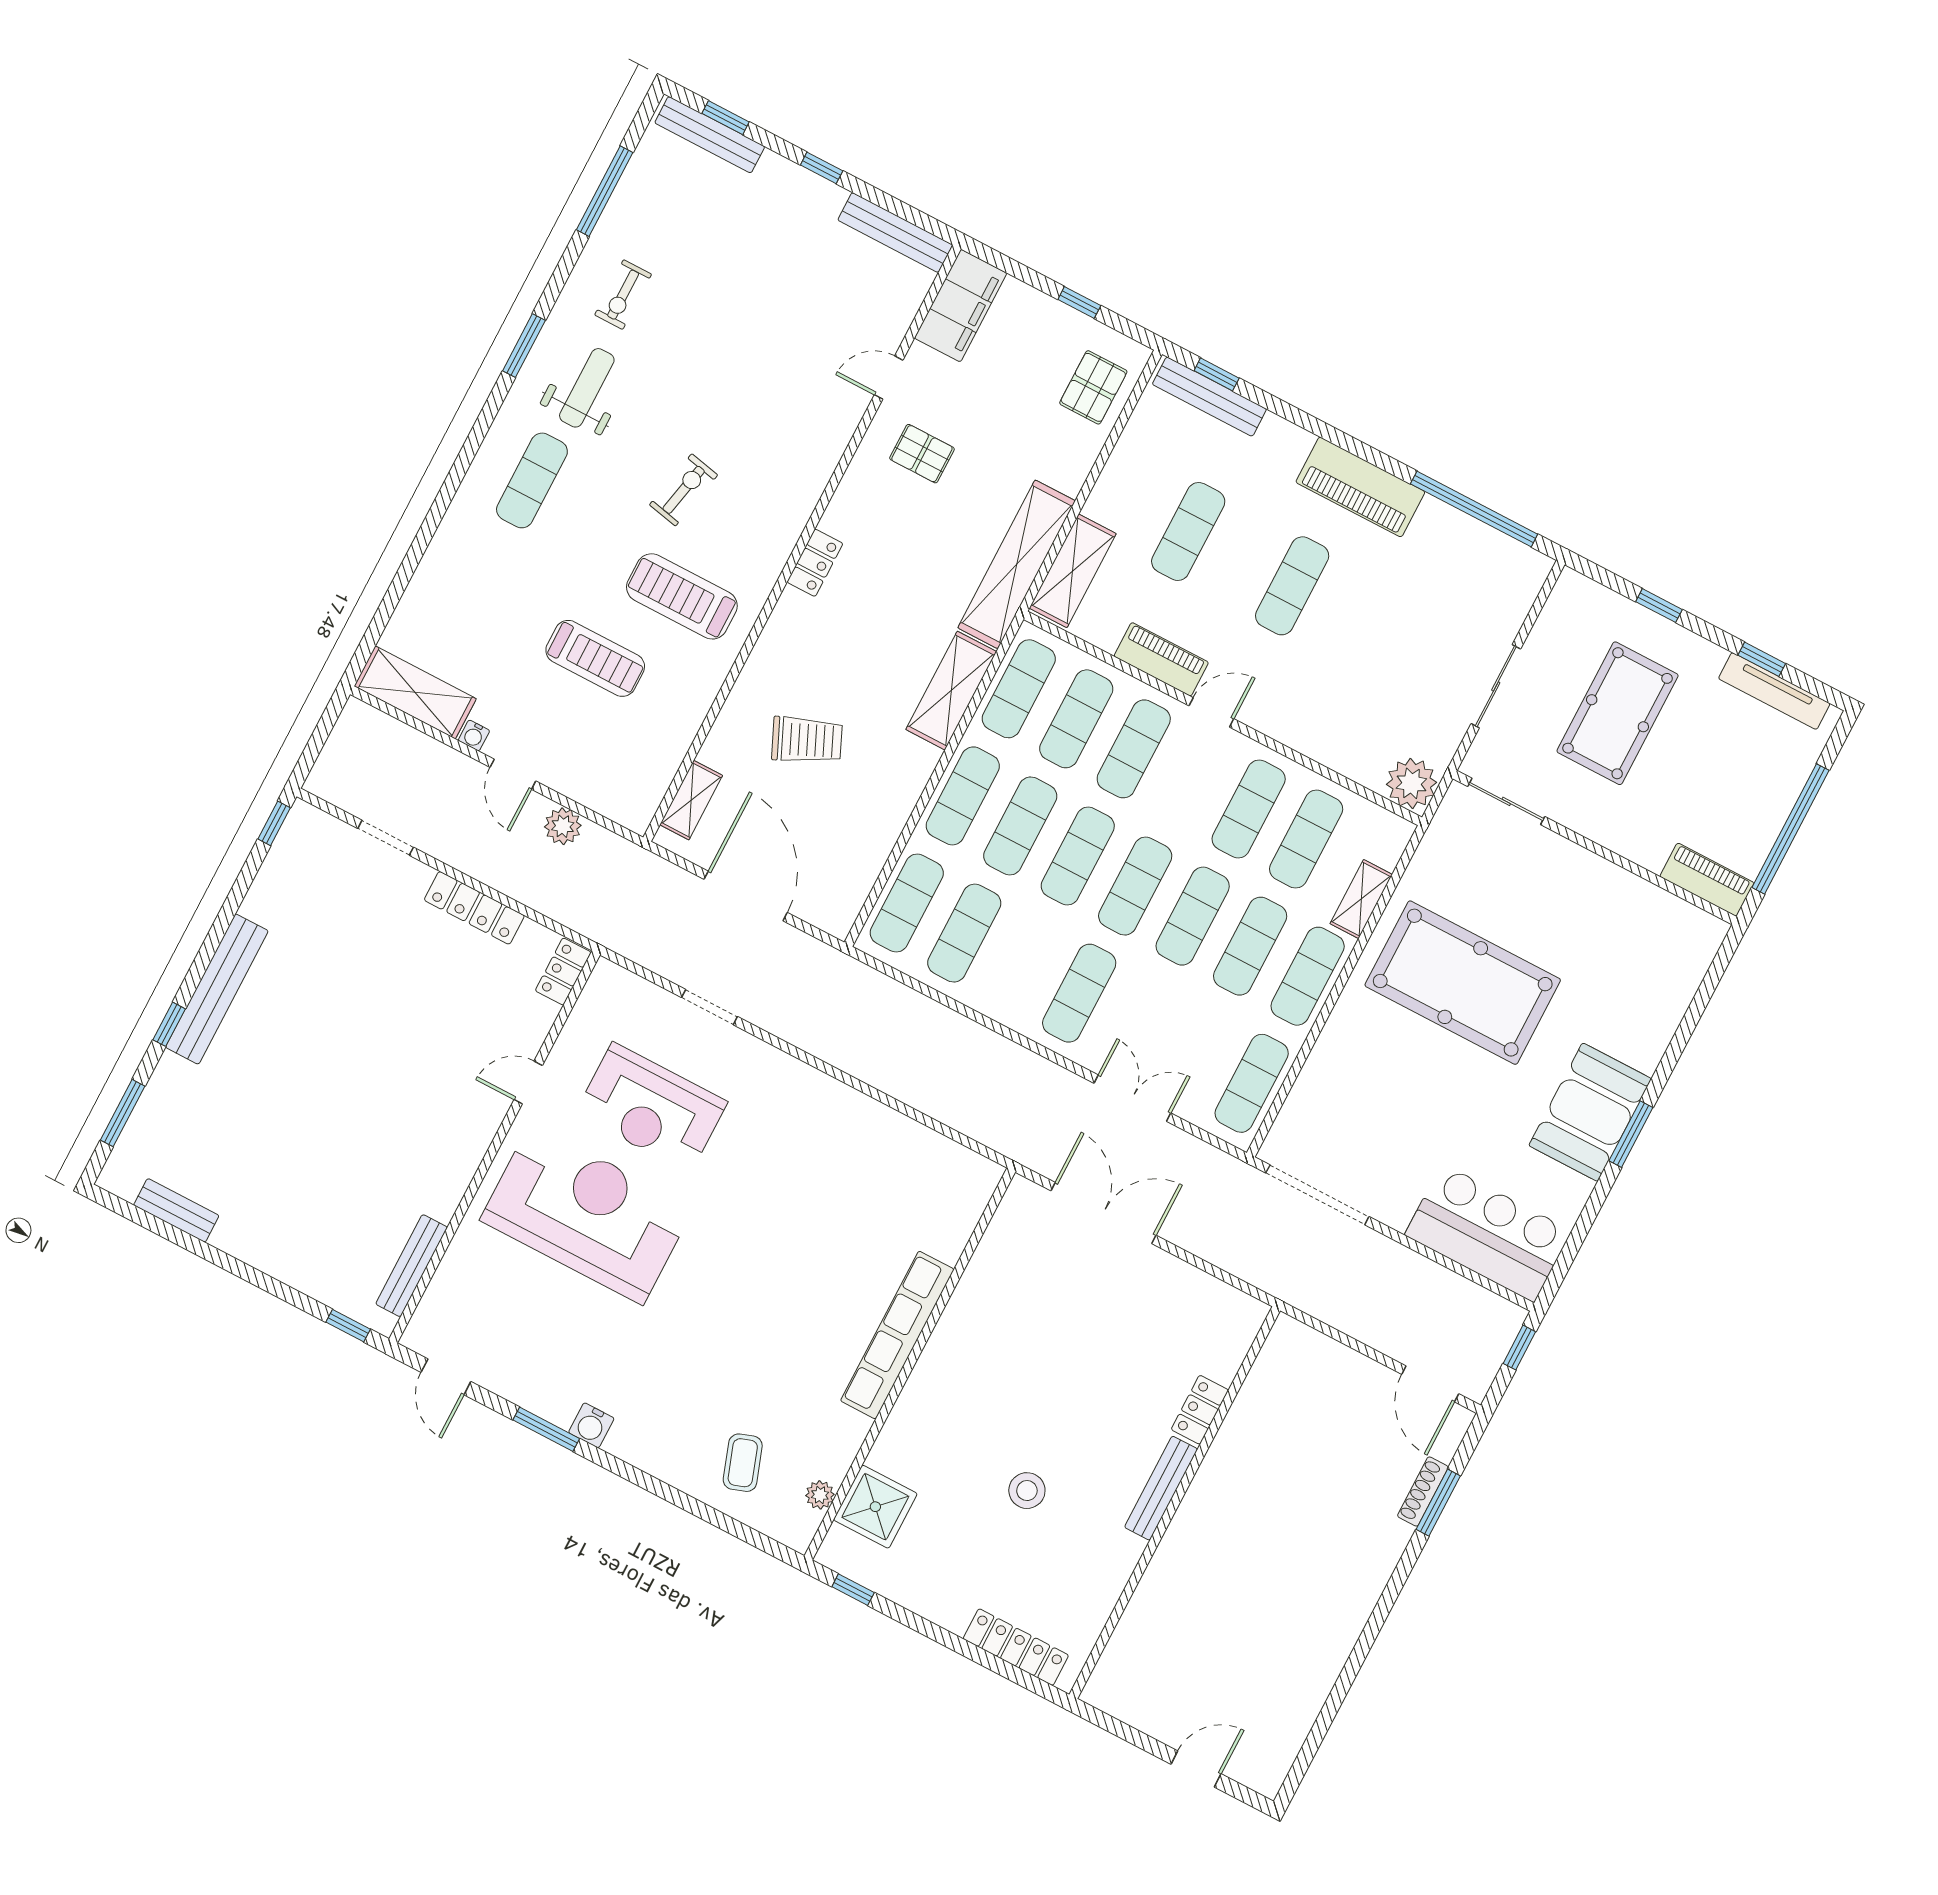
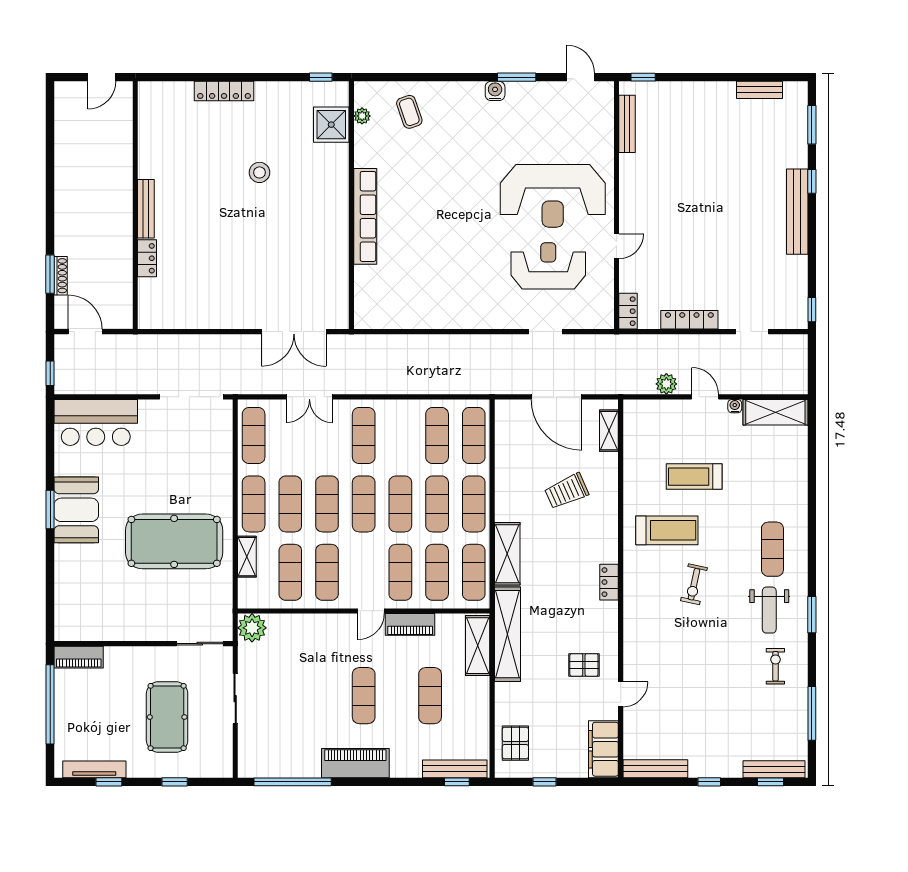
locker: (1200, 1410) -> (147, 258), moved
bench: (1161, 1488) -> (146, 209), moved
wall: (1175, 1503) -> (135, 205), moved

